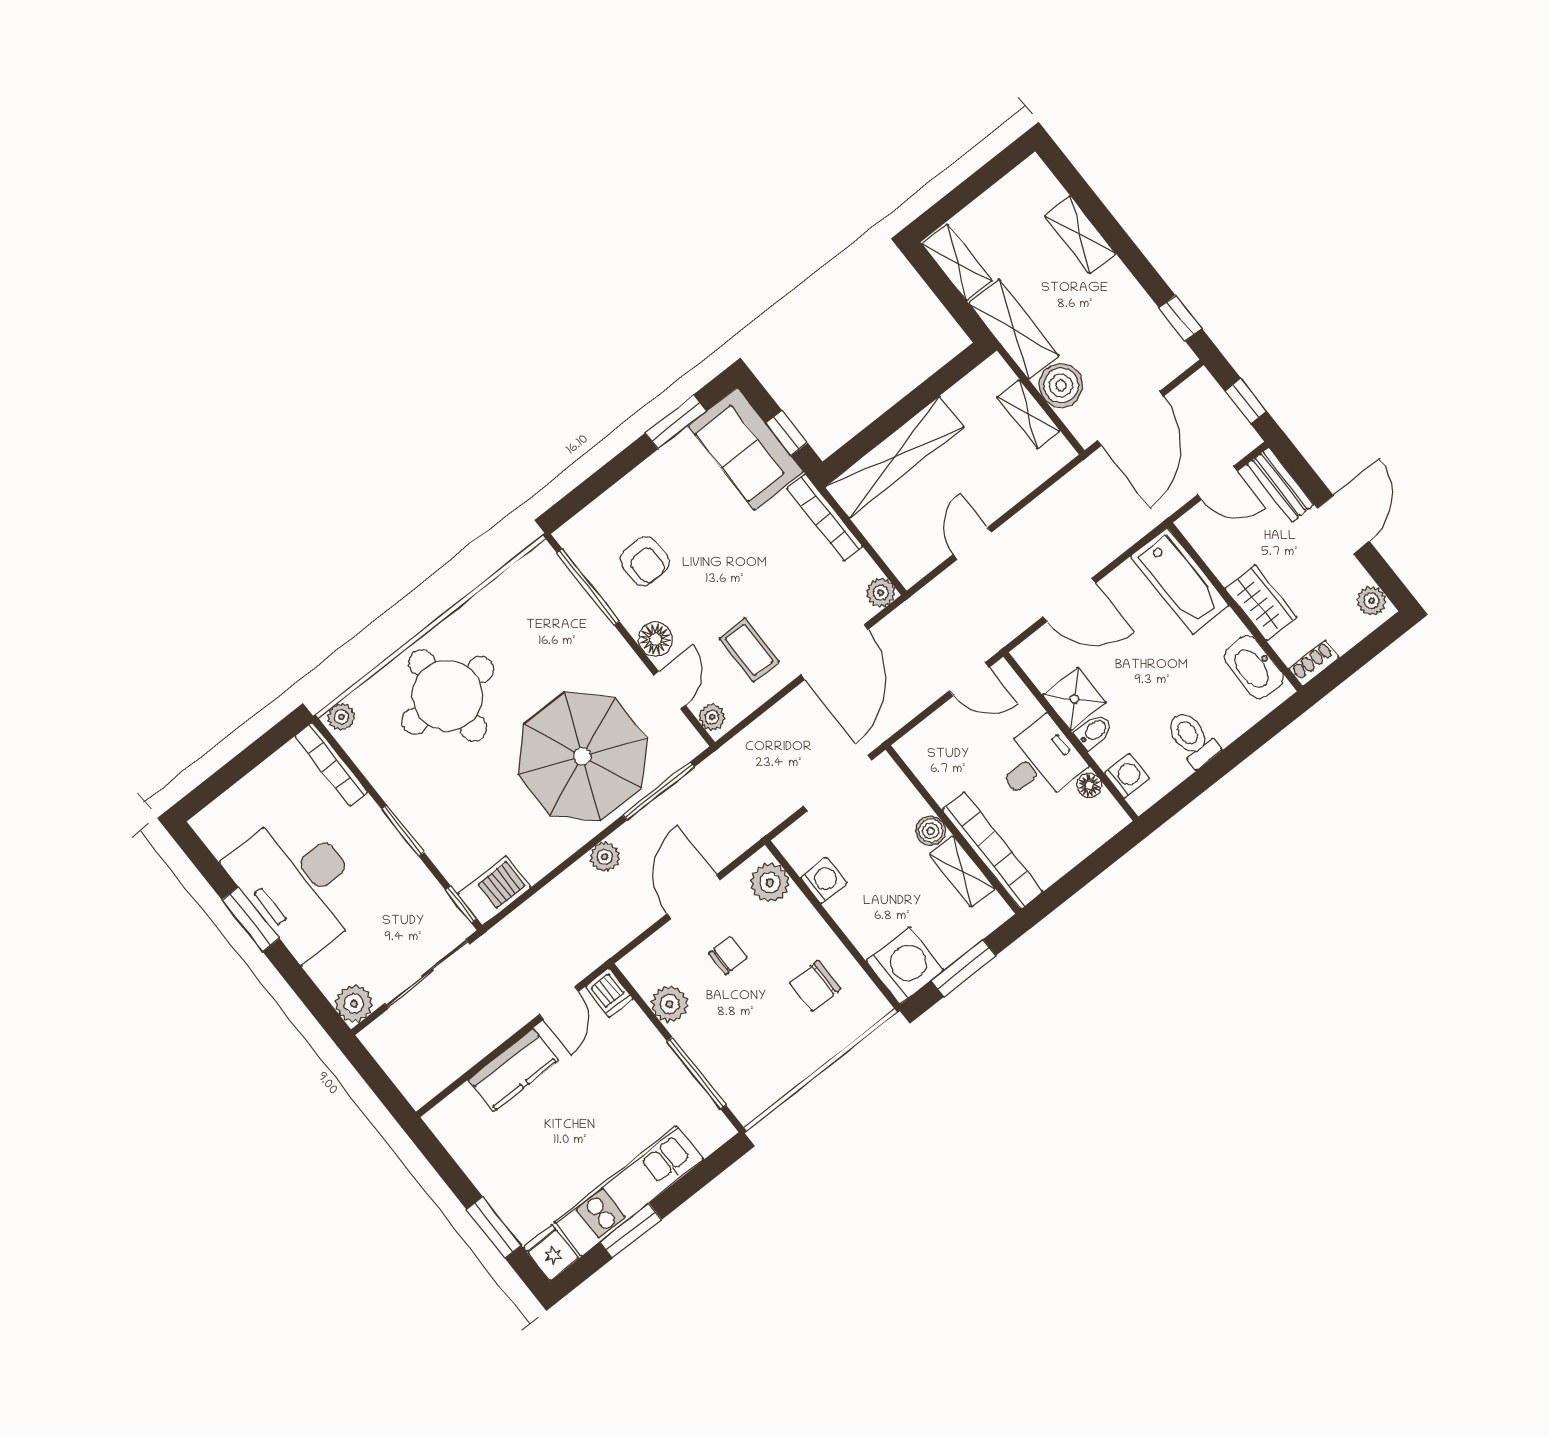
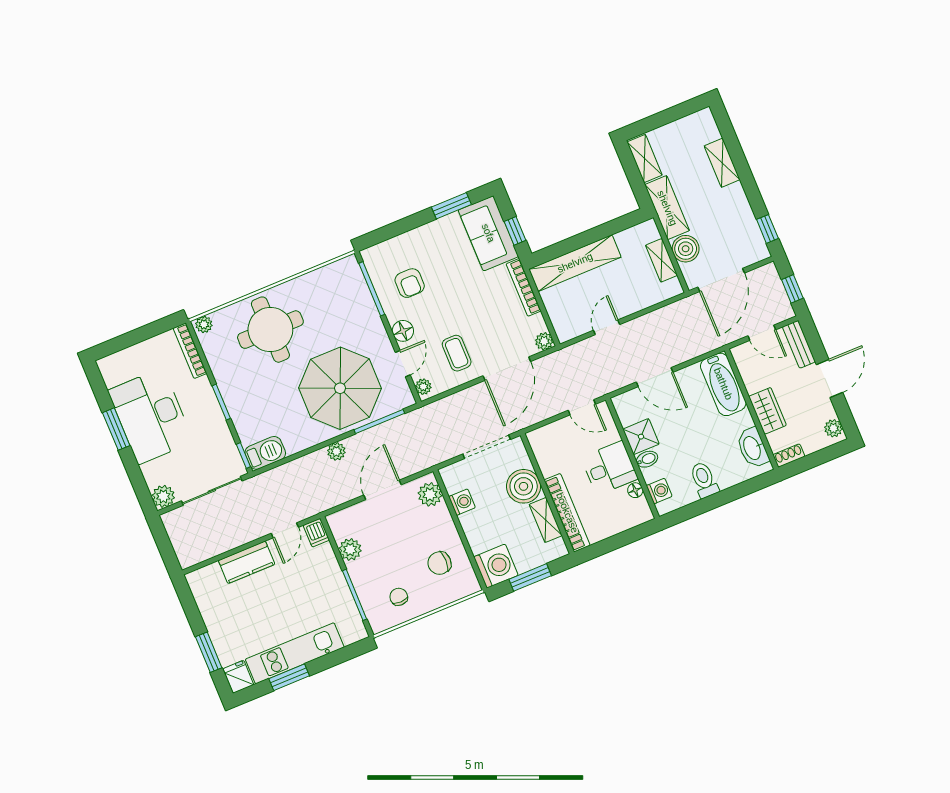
boiler: (931, 831) -> (524, 486), width x1.86, depth x1.86
chair: (728, 956) -> (399, 597), moved, turned -90

